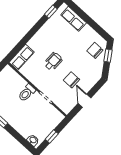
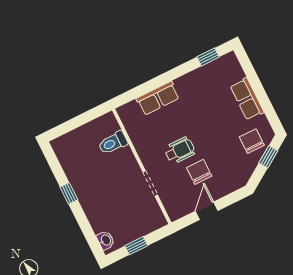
row of seats: (74, 19) -> (247, 99), moved
row of seats: (22, 57) -> (158, 98), moved
wheelchair: (53, 61) -> (180, 150), moved
toilet: (27, 93) -> (113, 143), moved

